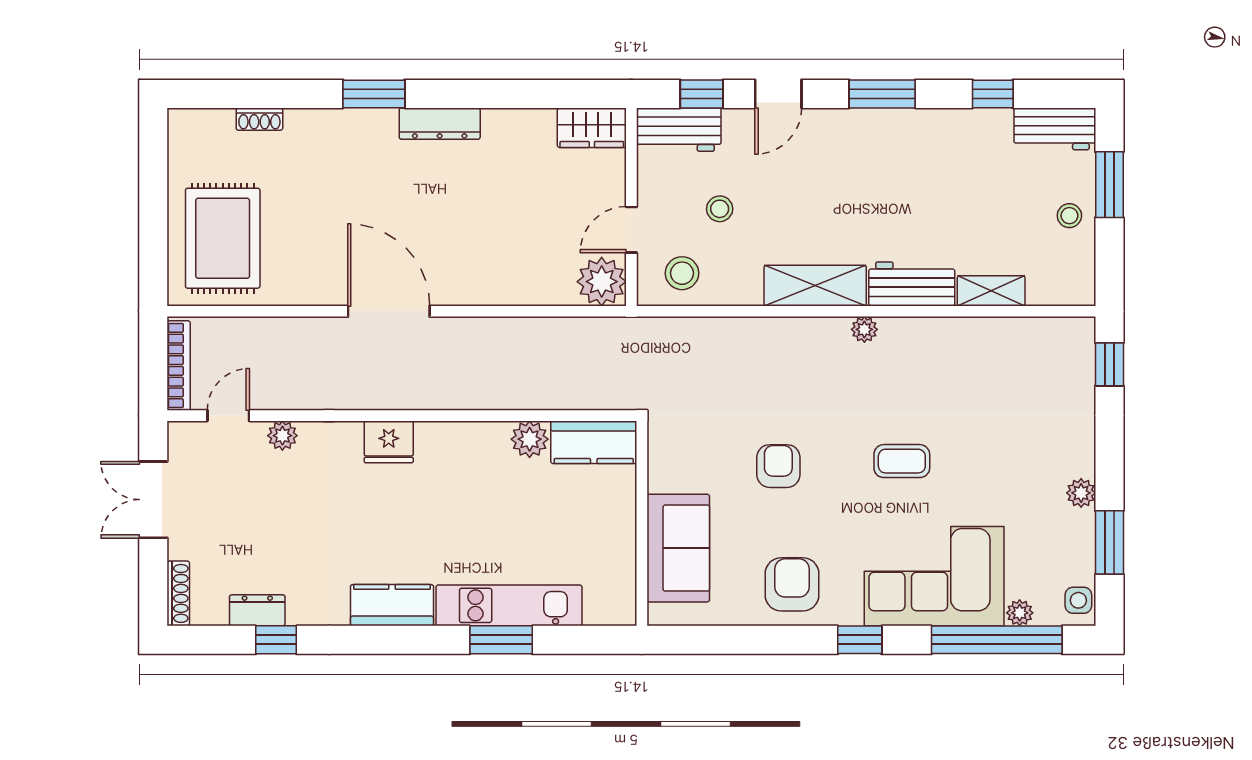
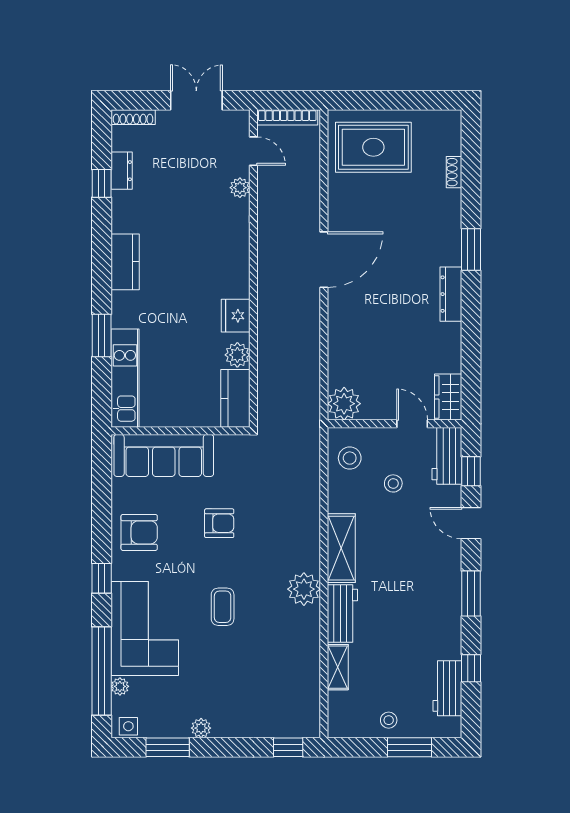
workbench: (1055, 129) -> (447, 688), moved
door: (631, 230) -> (412, 424), moved
plant: (864, 329) -> (304, 589), width x1.87, depth x1.87
fridge: (389, 442) -> (236, 316), moved
sofa: (678, 548) -> (164, 455), width x1.36
kitchen unit: (509, 605) -> (125, 378), moved

